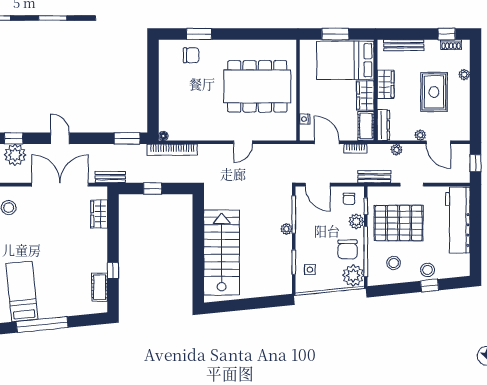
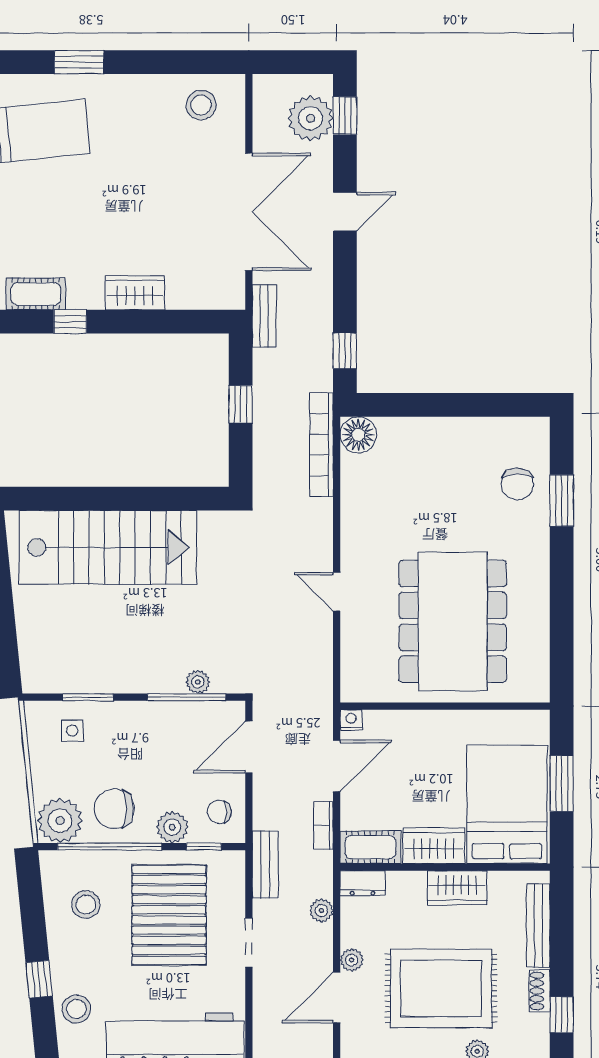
shoe rack: (451, 45) -> (540, 991), moved
rug: (434, 92) -> (441, 988), width x1.37, depth x1.44
nightstand: (305, 119) -> (351, 720), moved
dresser: (383, 125) -> (363, 883), width x0.70
floor lamp: (163, 136) -> (358, 435), width x1.89, depth x1.89
window: (127, 138) -> (345, 351), width x0.67
wardrobe: (99, 214) -> (135, 293), moved
plant: (286, 229) -> (198, 682), moved
stool: (428, 270) -> (76, 1009), moved

